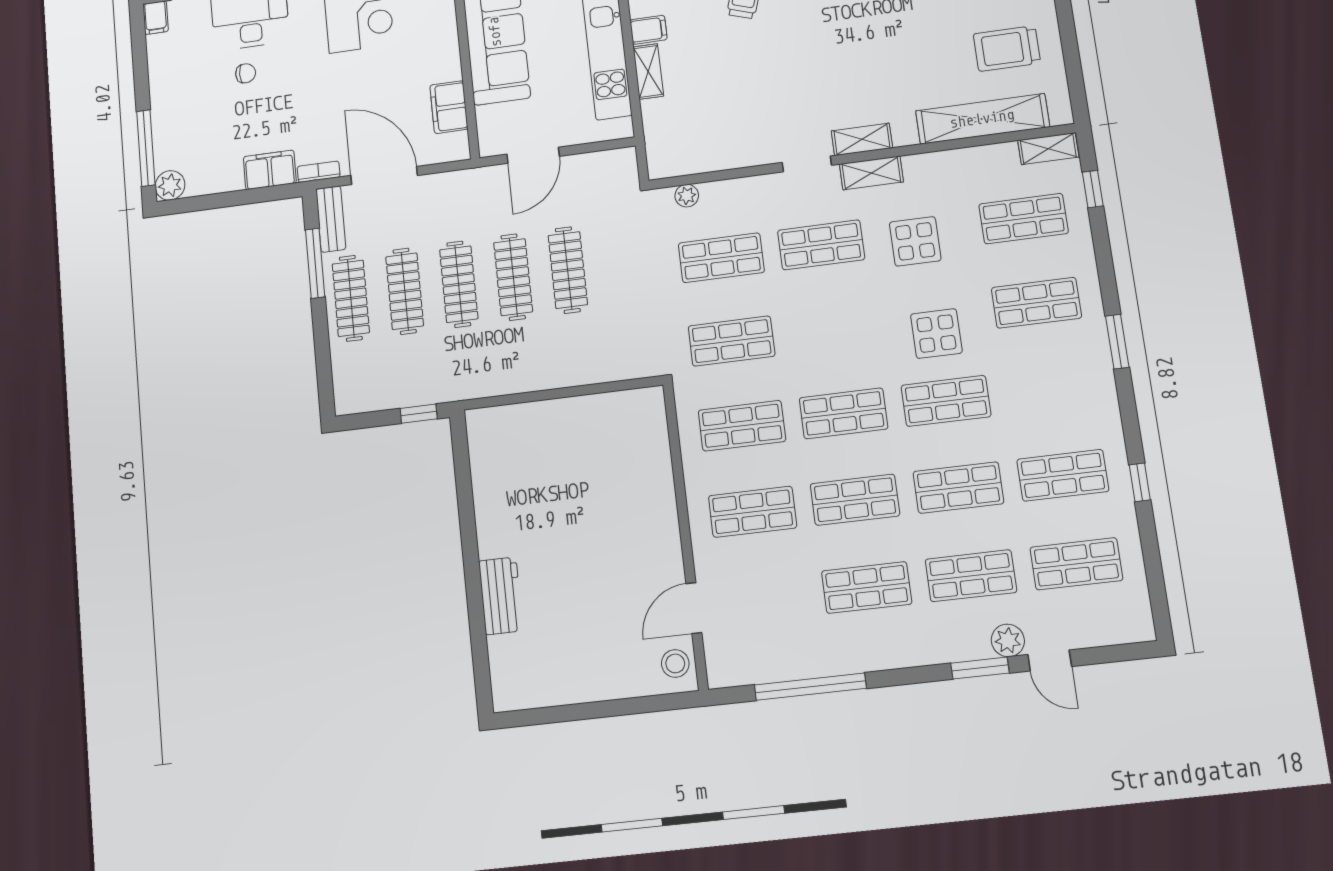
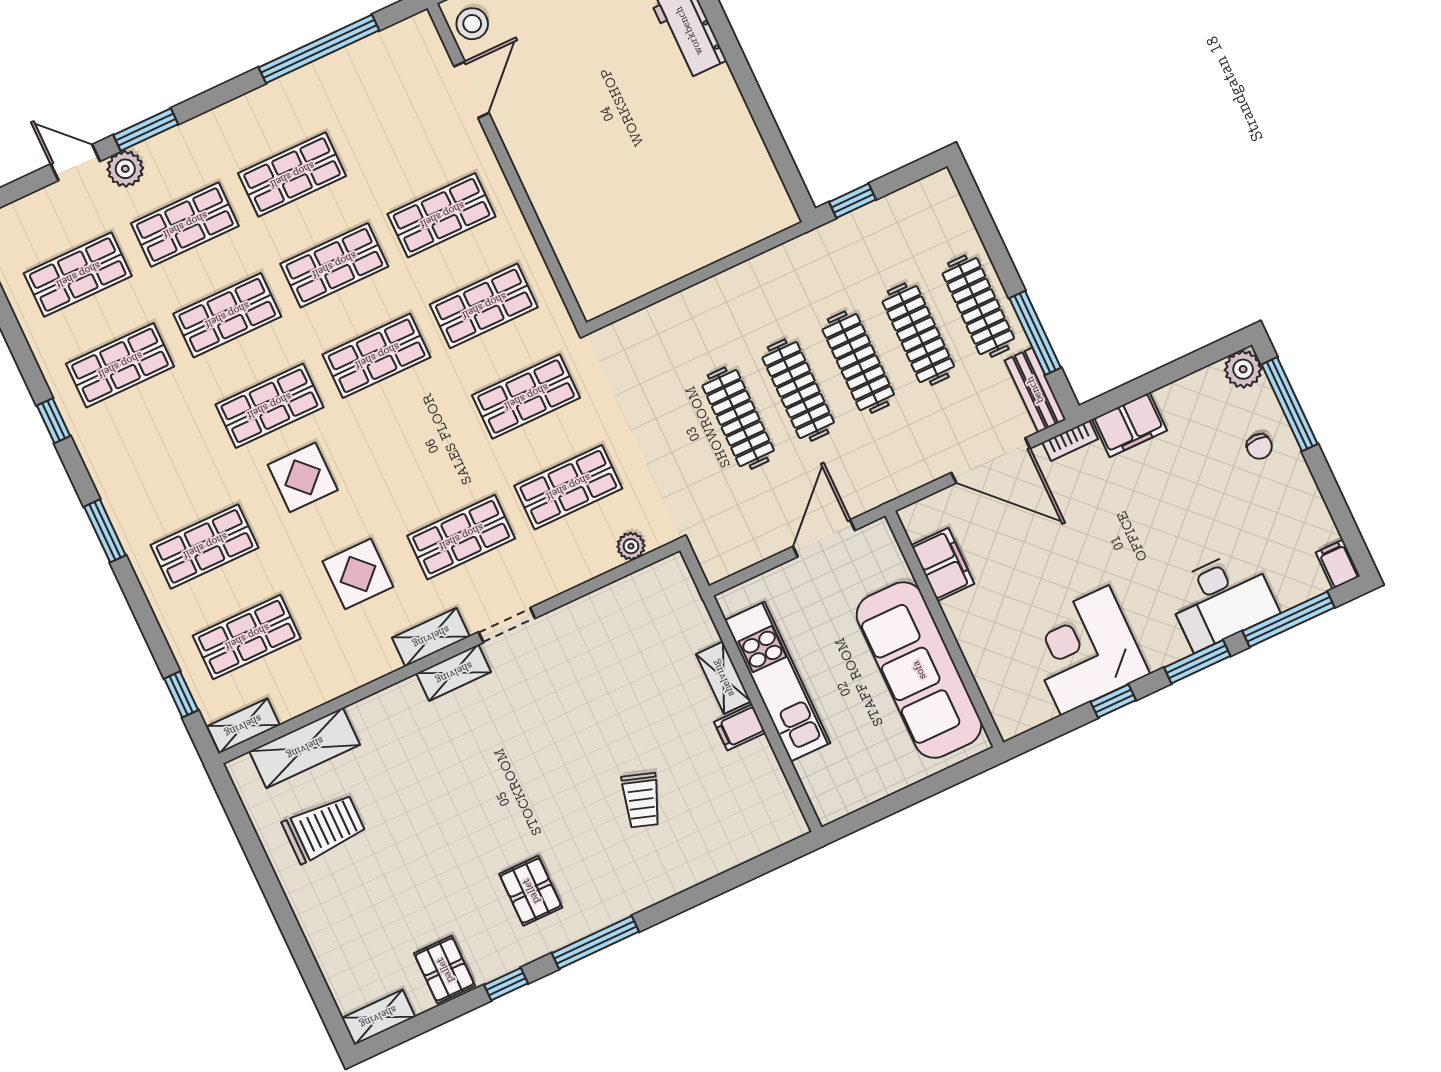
chair: (246, 73) -> (1259, 446), moved, turned -90
shelving: (982, 119) -> (305, 748), width x0.68
window: (1140, 482) -> (54, 421), moved

